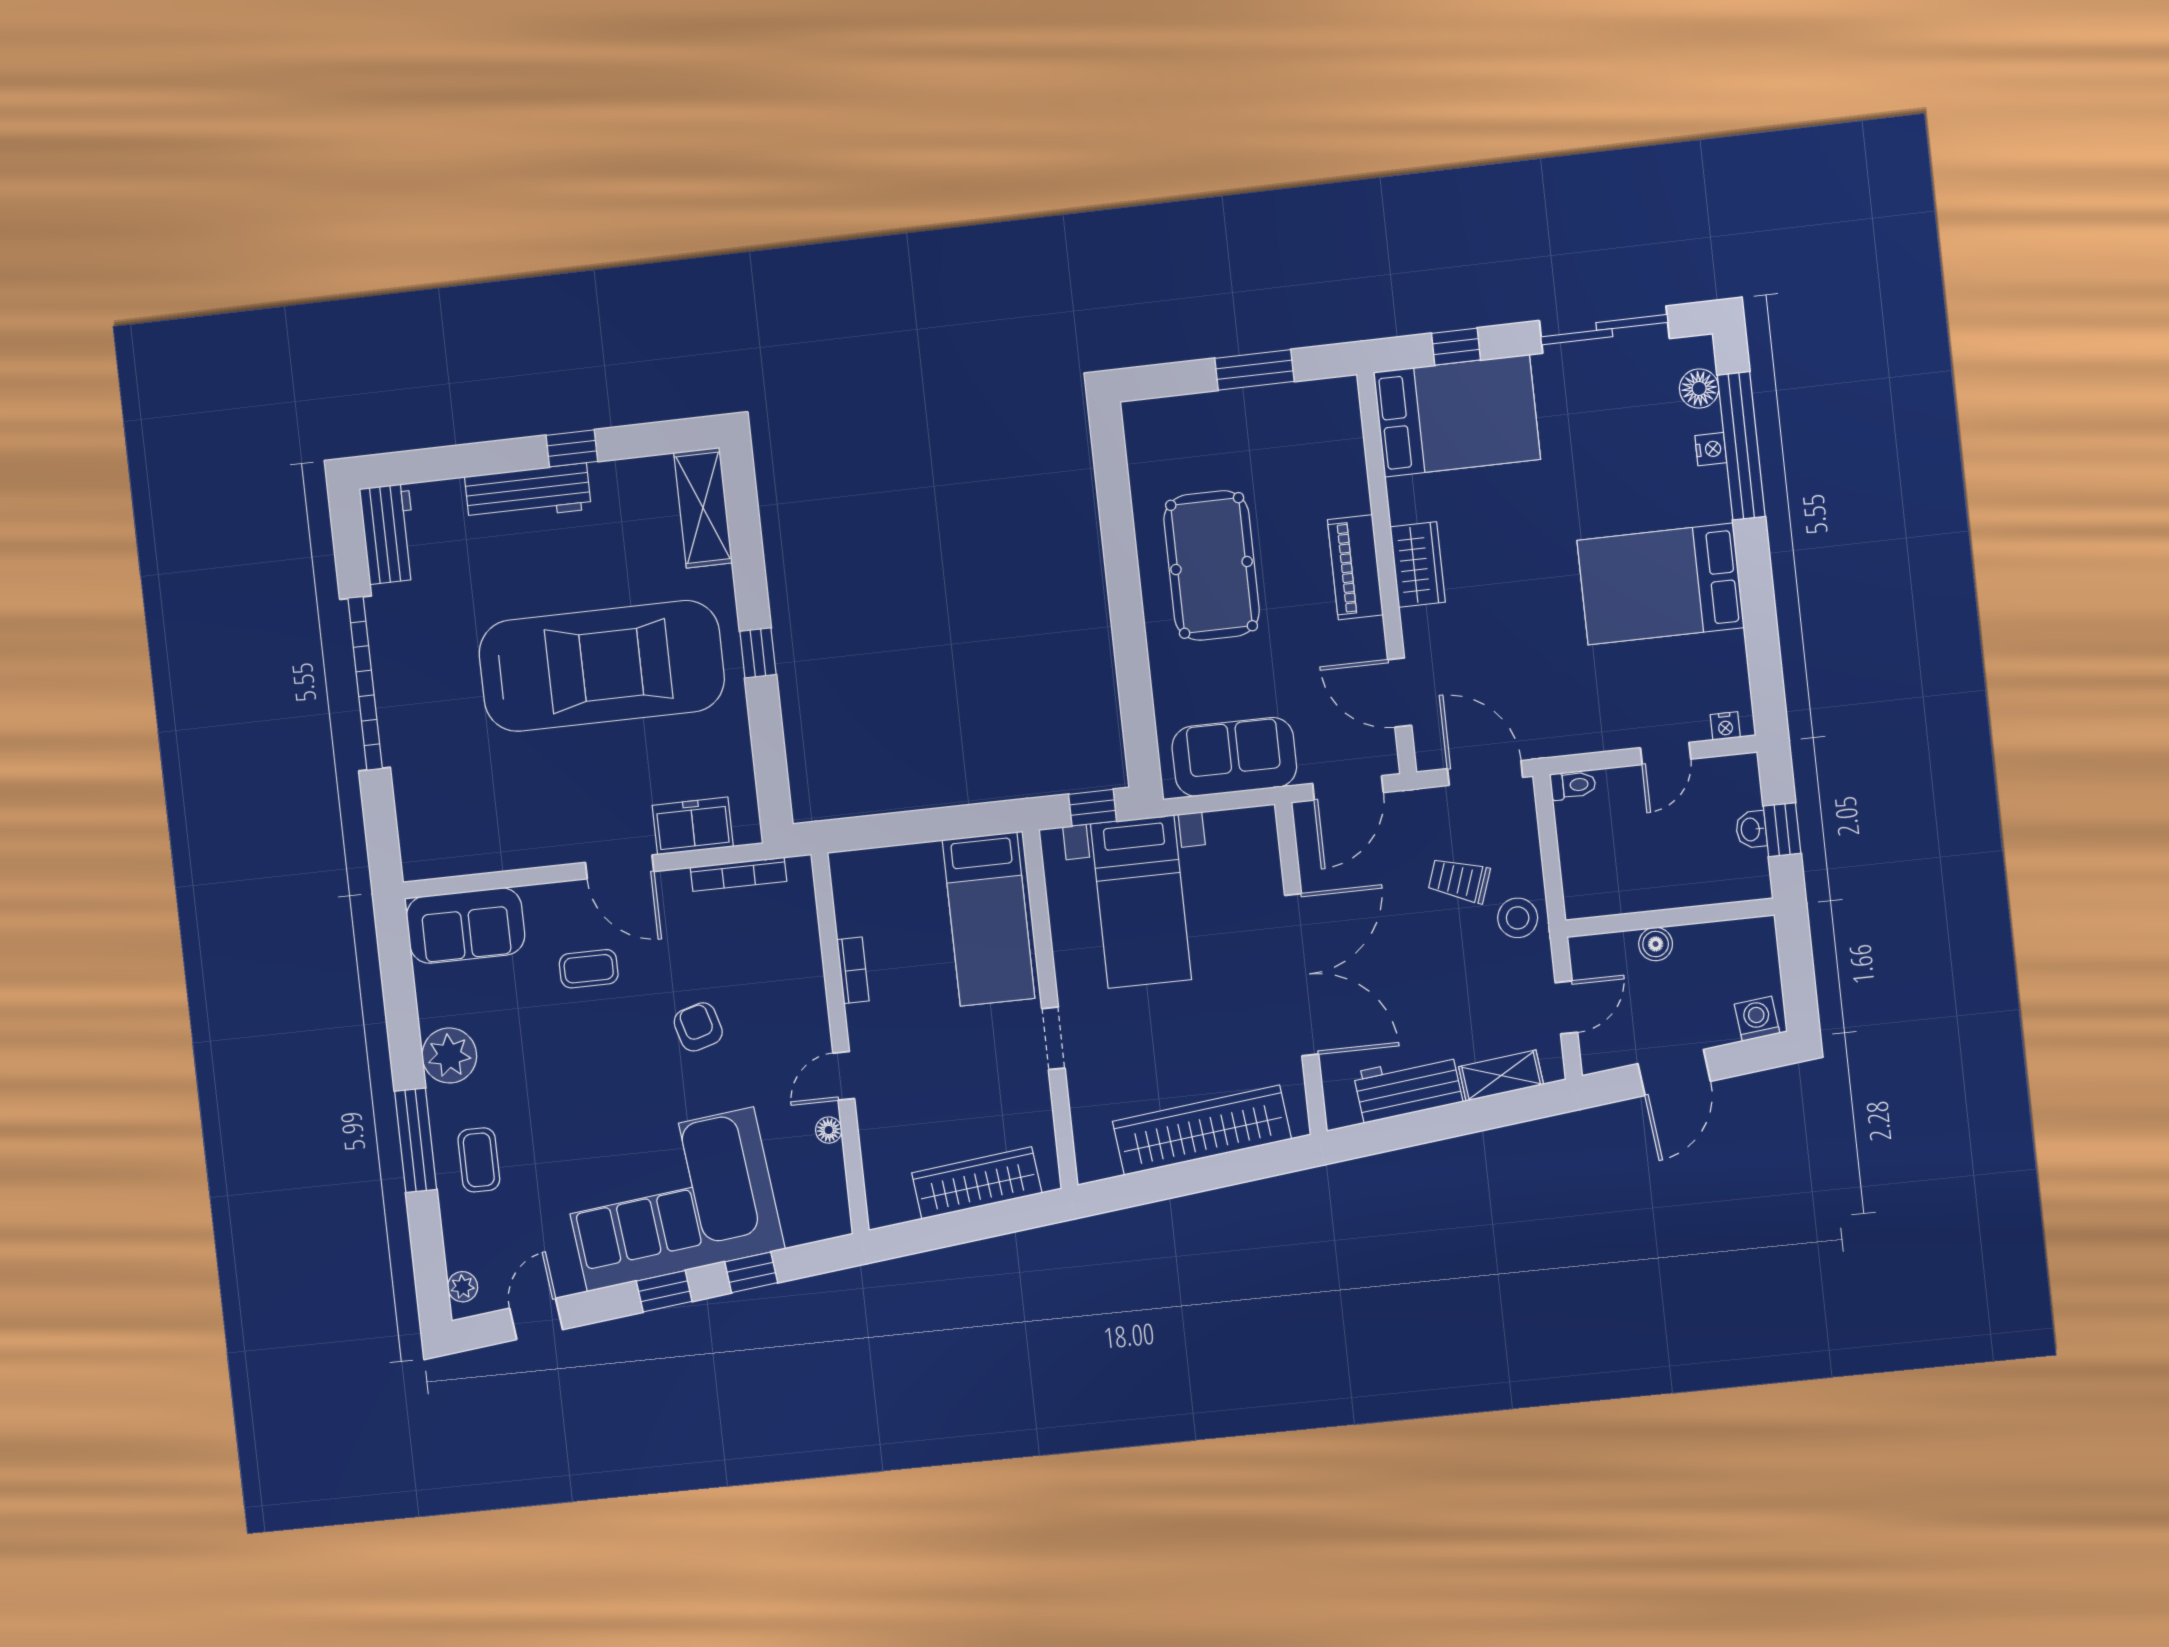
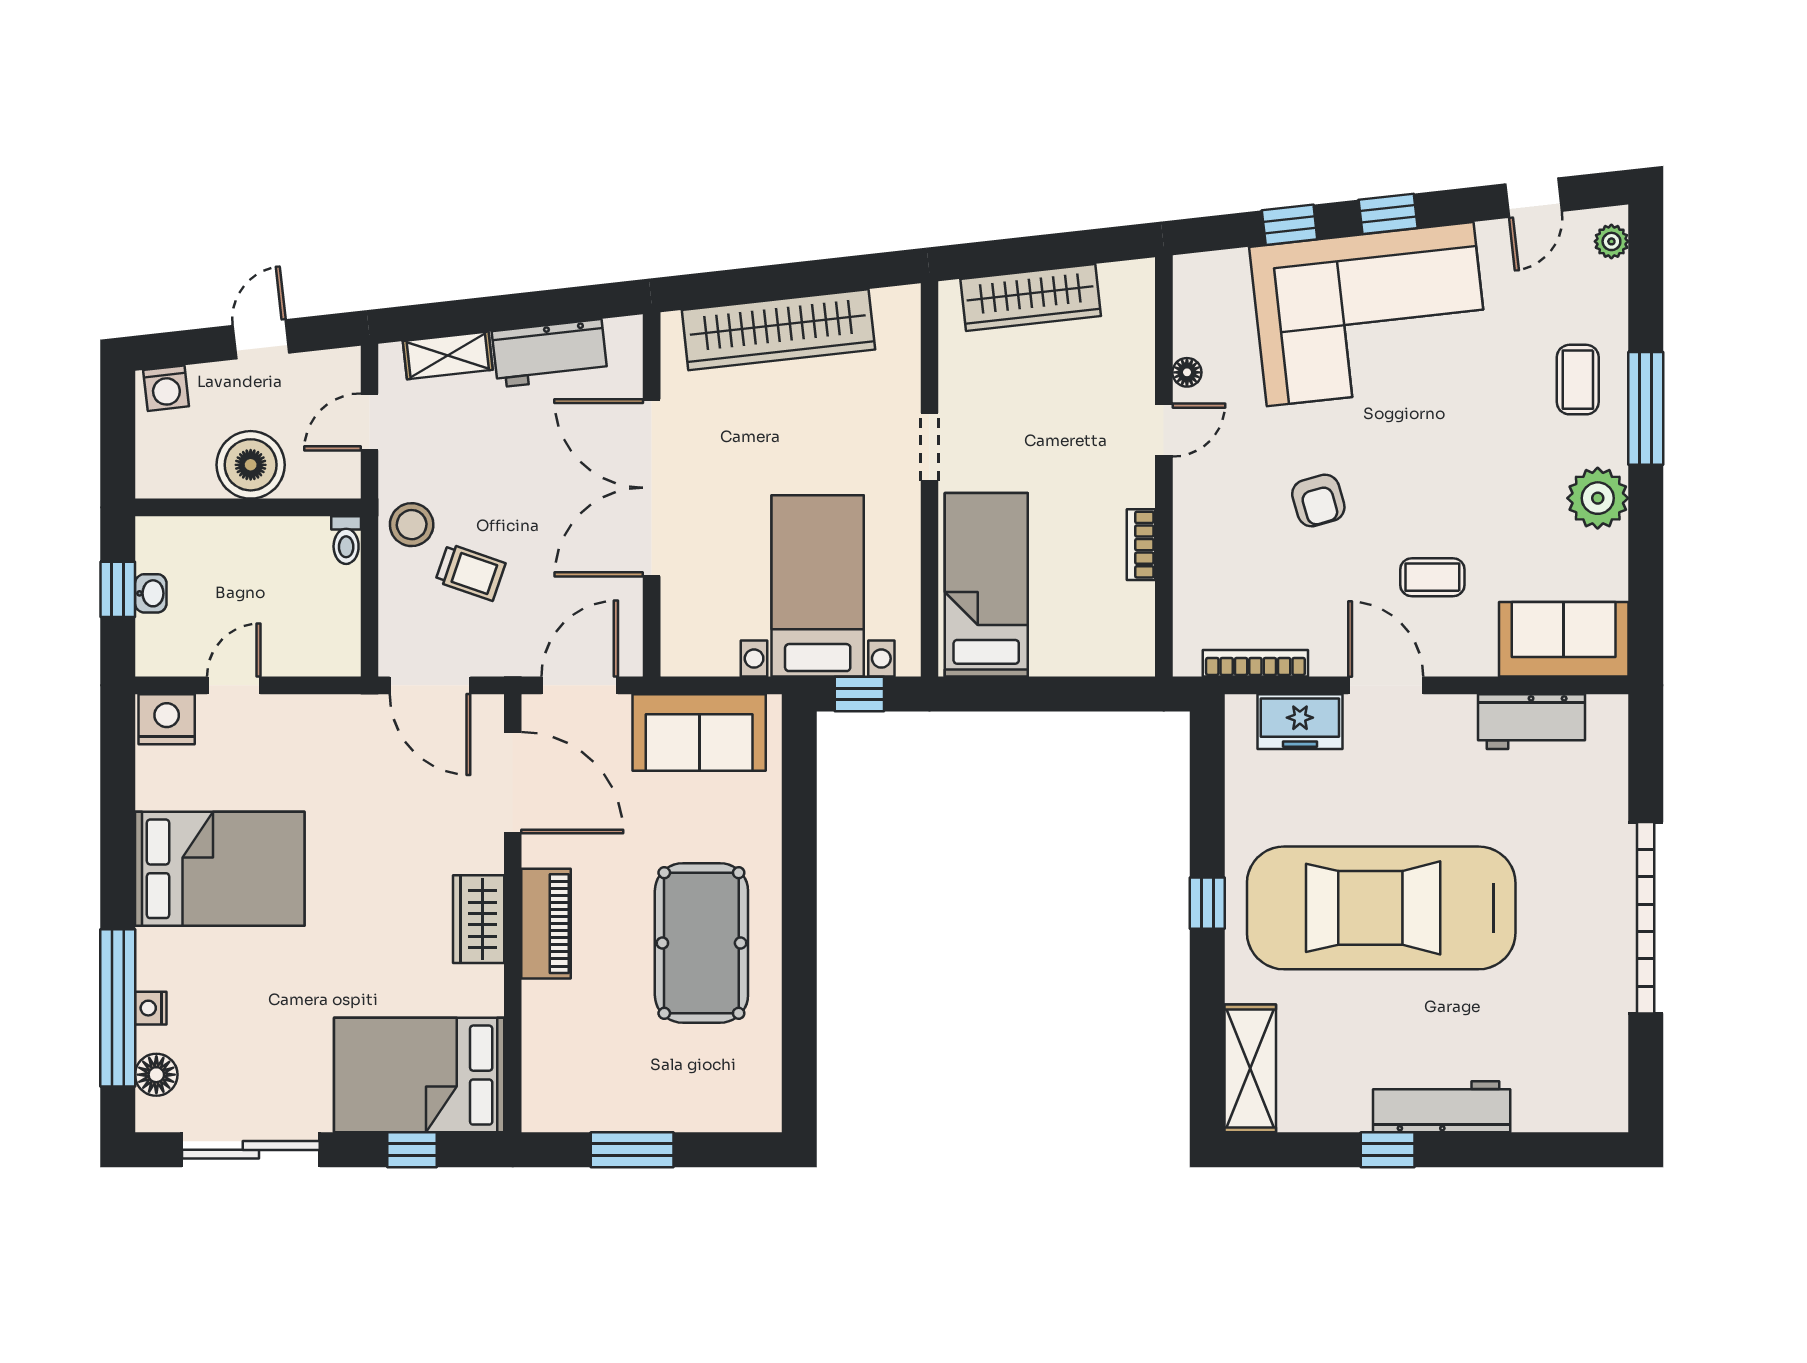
workbench: (389, 534) -> (1532, 722), moved, turned -90
door: (1400, 693) -> (513, 783), width x1.36
nightstand: (1725, 726) -> (167, 719), width x1.89, depth x1.79
toilet: (1573, 785) -> (346, 540), moved, turned -90
boiler: (1656, 944) -> (251, 465), width x1.86, depth x1.86
door: (1674, 1073) -> (261, 339), width x0.73

